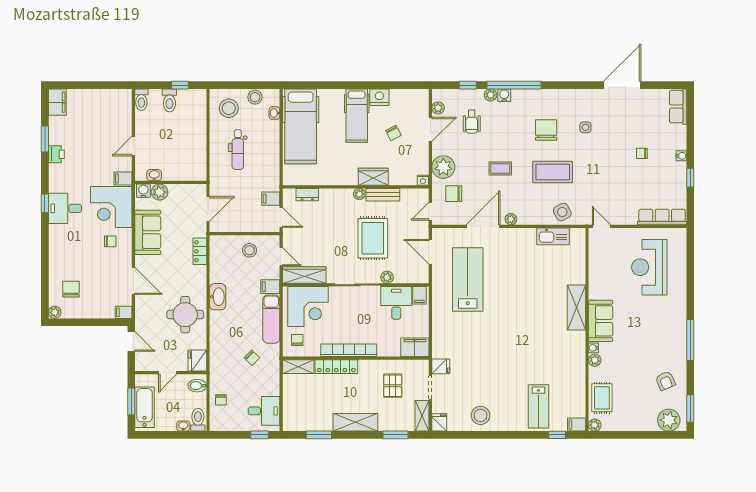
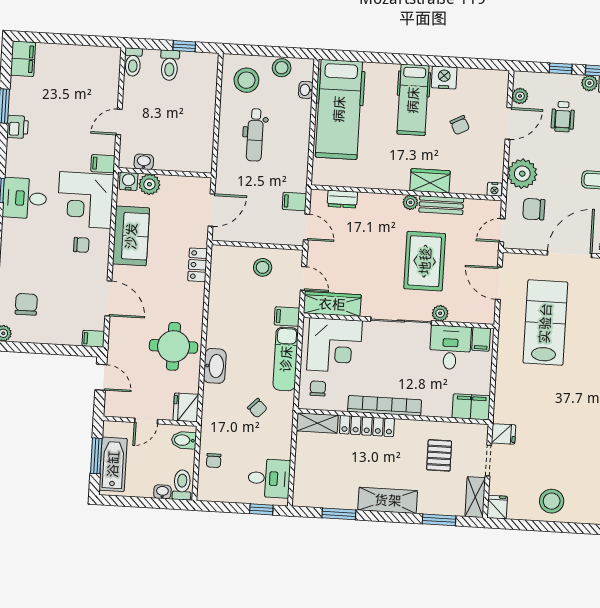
washbasin: (218, 297) -> (215, 366), moved

